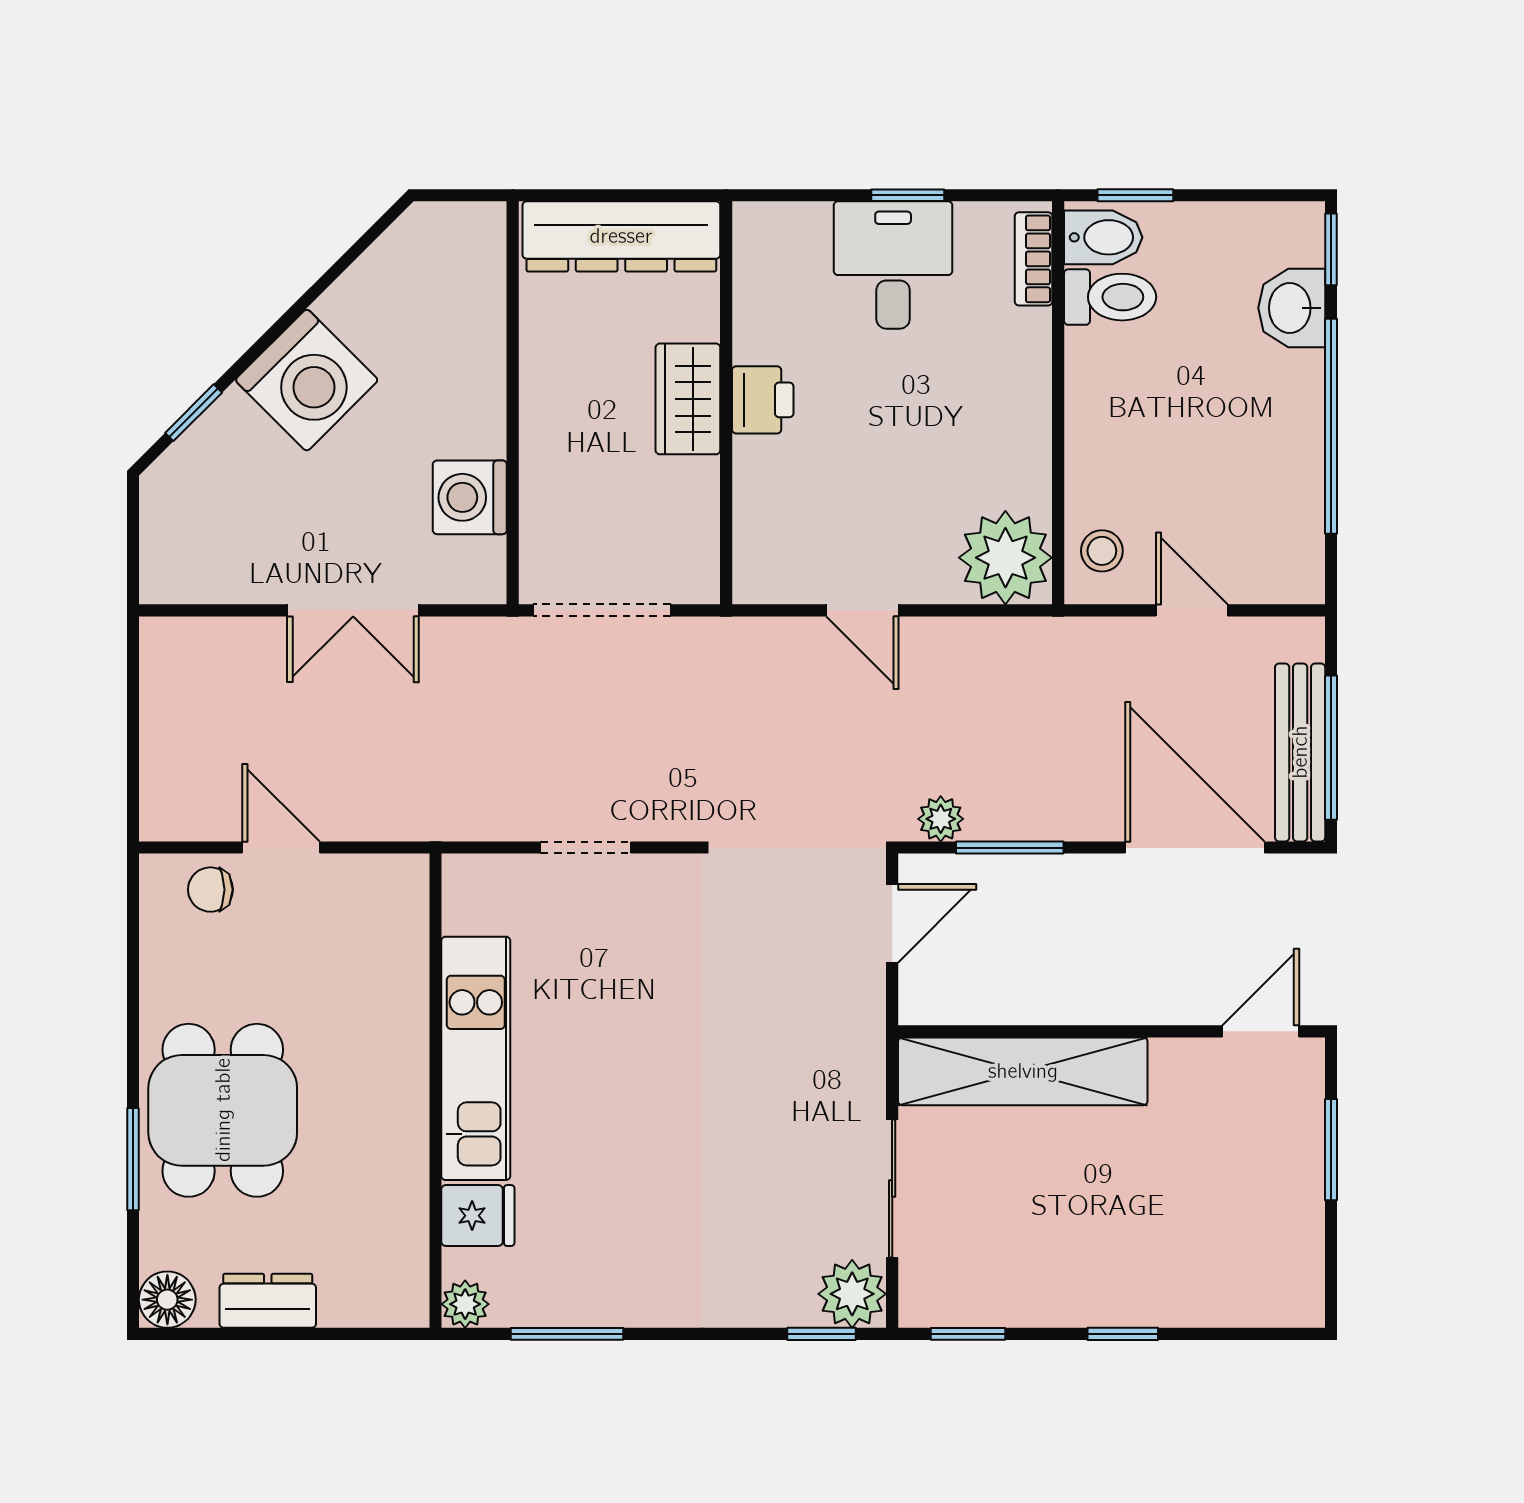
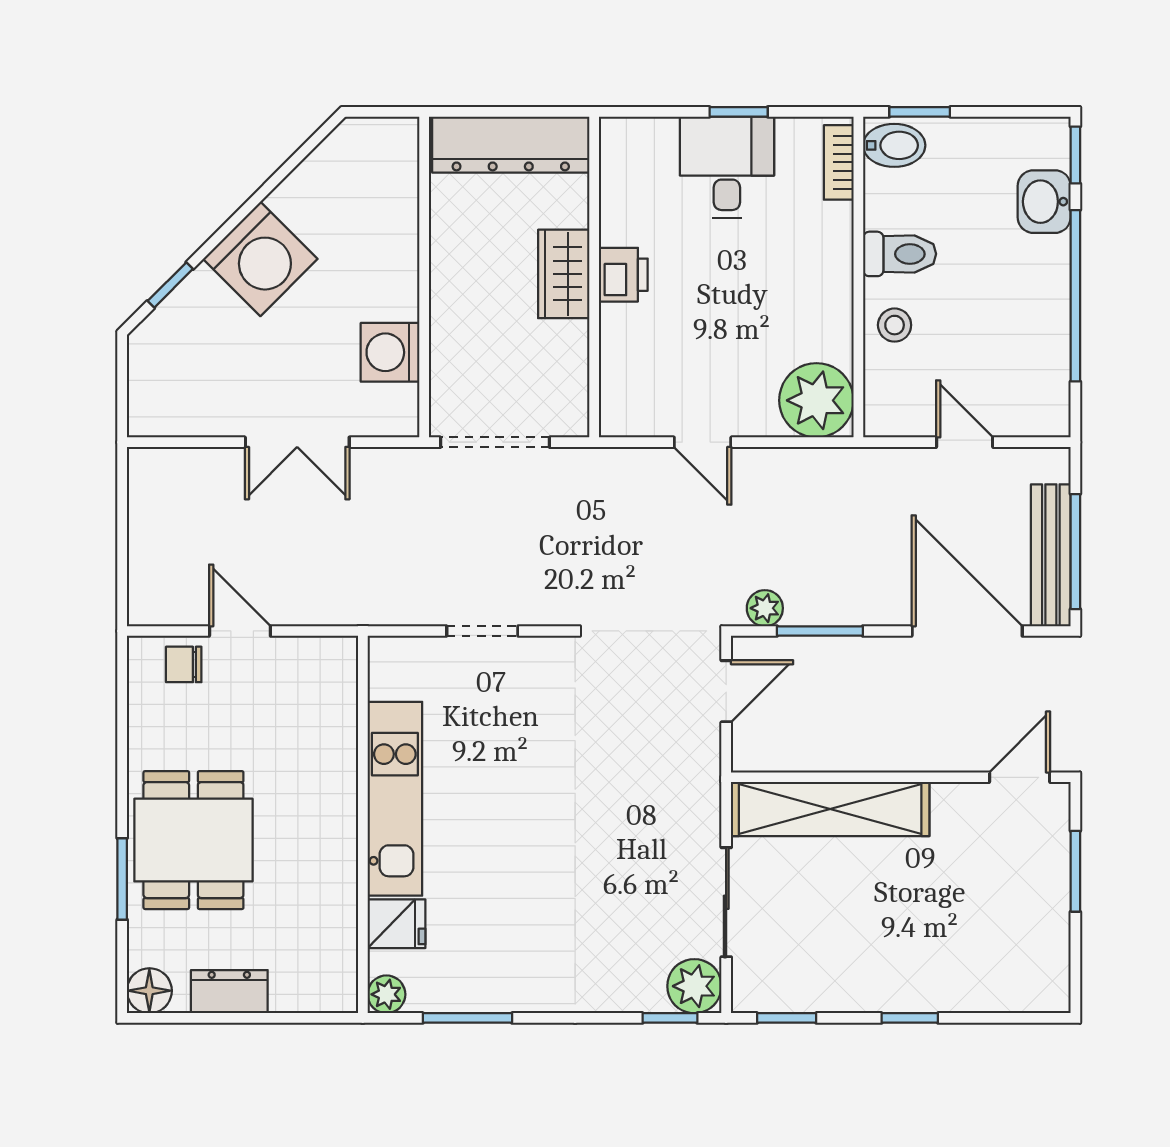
toilet: (1110, 297) -> (900, 254), moved
stool: (1102, 551) -> (895, 325), moved

